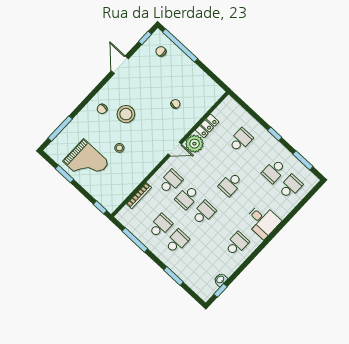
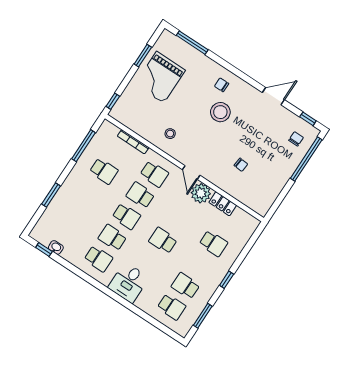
stool: (119, 148) -> (170, 134), moved
school desk: (177, 241) -> (112, 238), moved, turned 180

